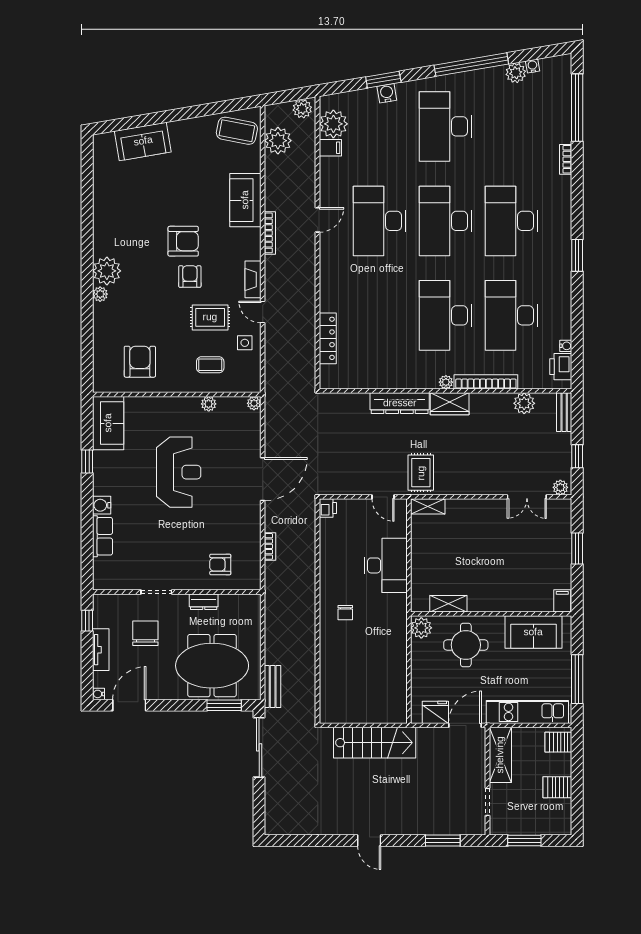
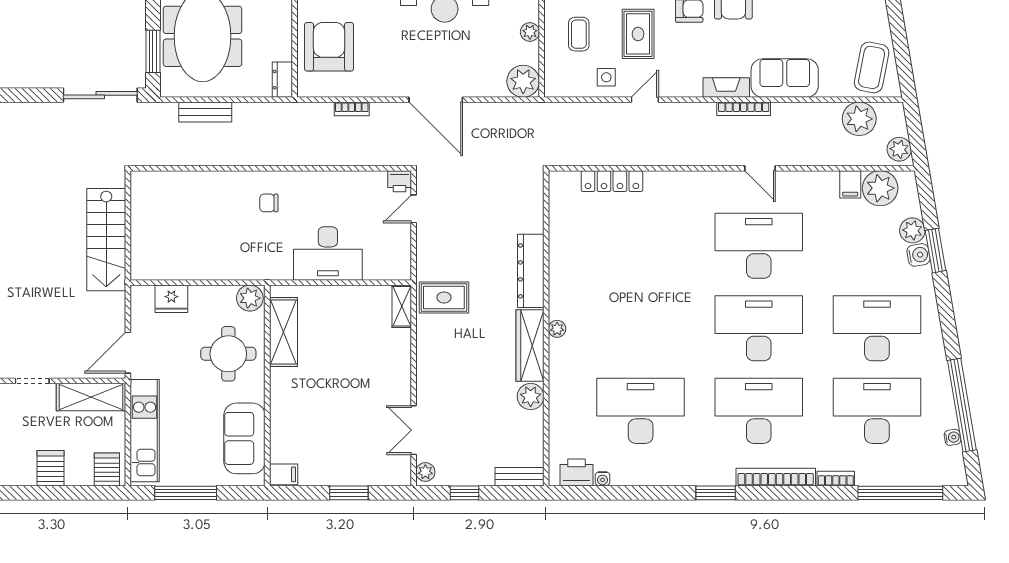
window: (471, 65) -> (962, 405), moved
plant: (516, 73) -> (912, 230), moved
fireplace: (253, 279) -> (726, 88), moved
desk: (445, 315) -> (877, 411), moved
bookcase: (486, 382) -> (776, 477), moved, turned -90
plant: (254, 403) -> (523, 81), width x1.88, depth x1.88
plant: (524, 403) -> (531, 397), moved
wardrobe: (450, 404) -> (530, 345), width x1.50
door: (383, 497) -> (414, 209), moved
armchair: (220, 564) -> (329, 47), width x1.88, depth x1.88
dresser: (204, 602) -> (282, 80), moved
shelving: (448, 604) -> (283, 332), width x1.50, depth x1.33
bench: (273, 687) -> (205, 112), moved
fridge: (435, 712) -> (171, 299), moved, turned 90
door: (465, 725) -> (128, 353), swing flipped

